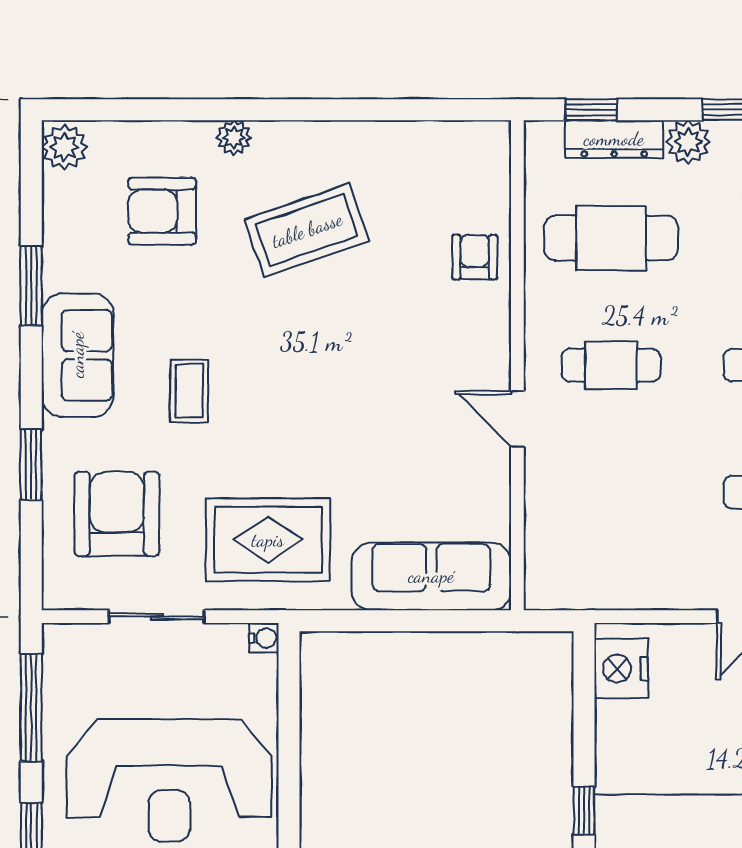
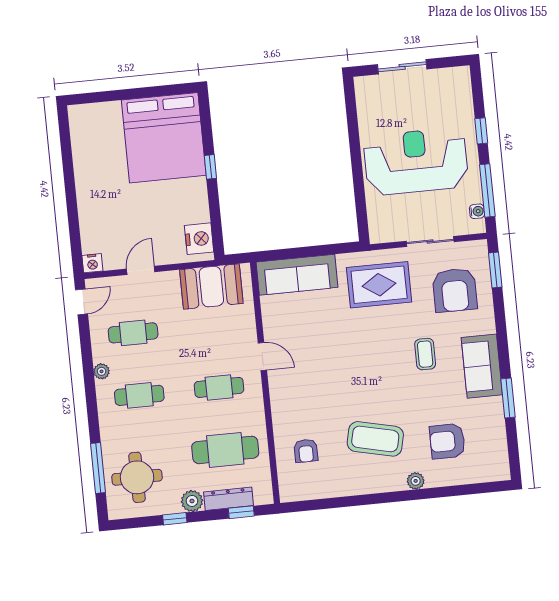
plant: (65, 147) -> (498, 468), removed
armchair: (162, 211) -> (447, 441), turned 180
coffee table: (307, 230) -> (375, 439), turned 32
armchair: (475, 257) -> (306, 451), moved
window: (31, 465) -> (495, 270), moved
booth: (606, 570) -> (211, 287), added
water cooler: (264, 638) -> (477, 211), moved, turned 180

